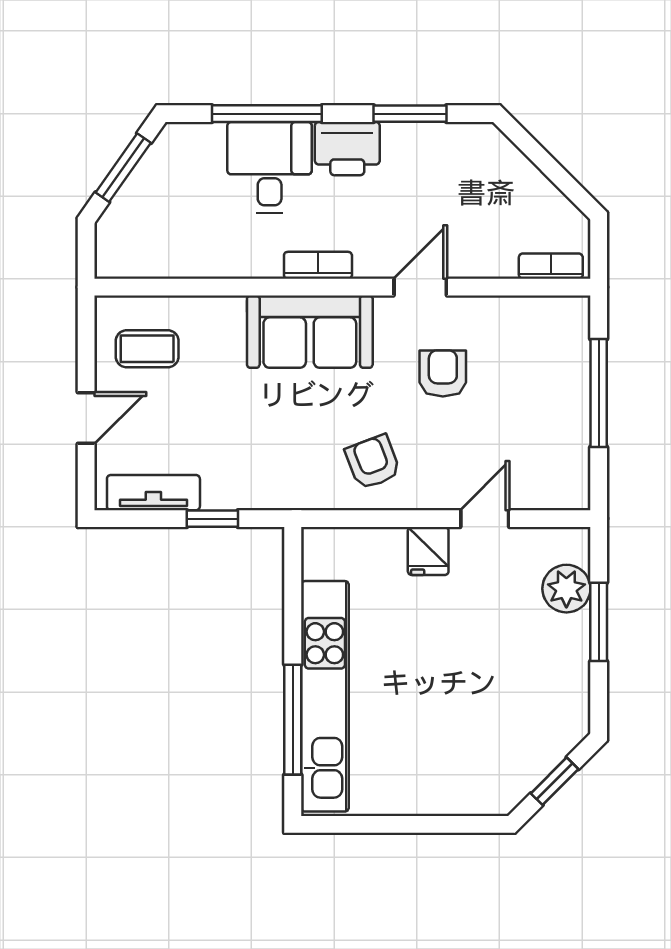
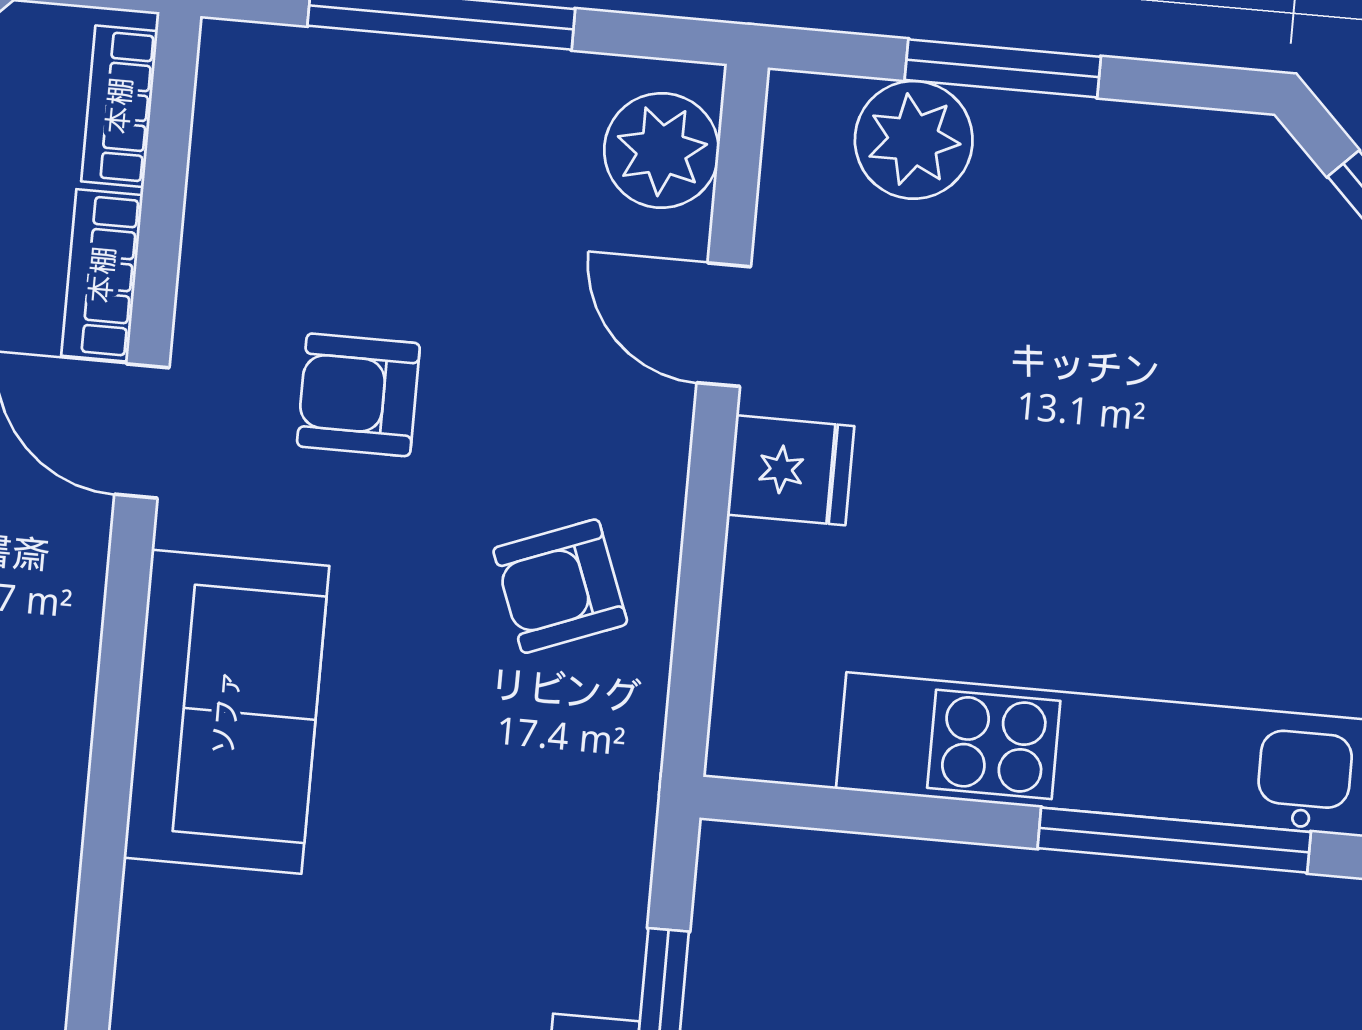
bookcase: (318, 265) -> (102, 275), moved
plant: (553, 487) -> (662, 150), added

